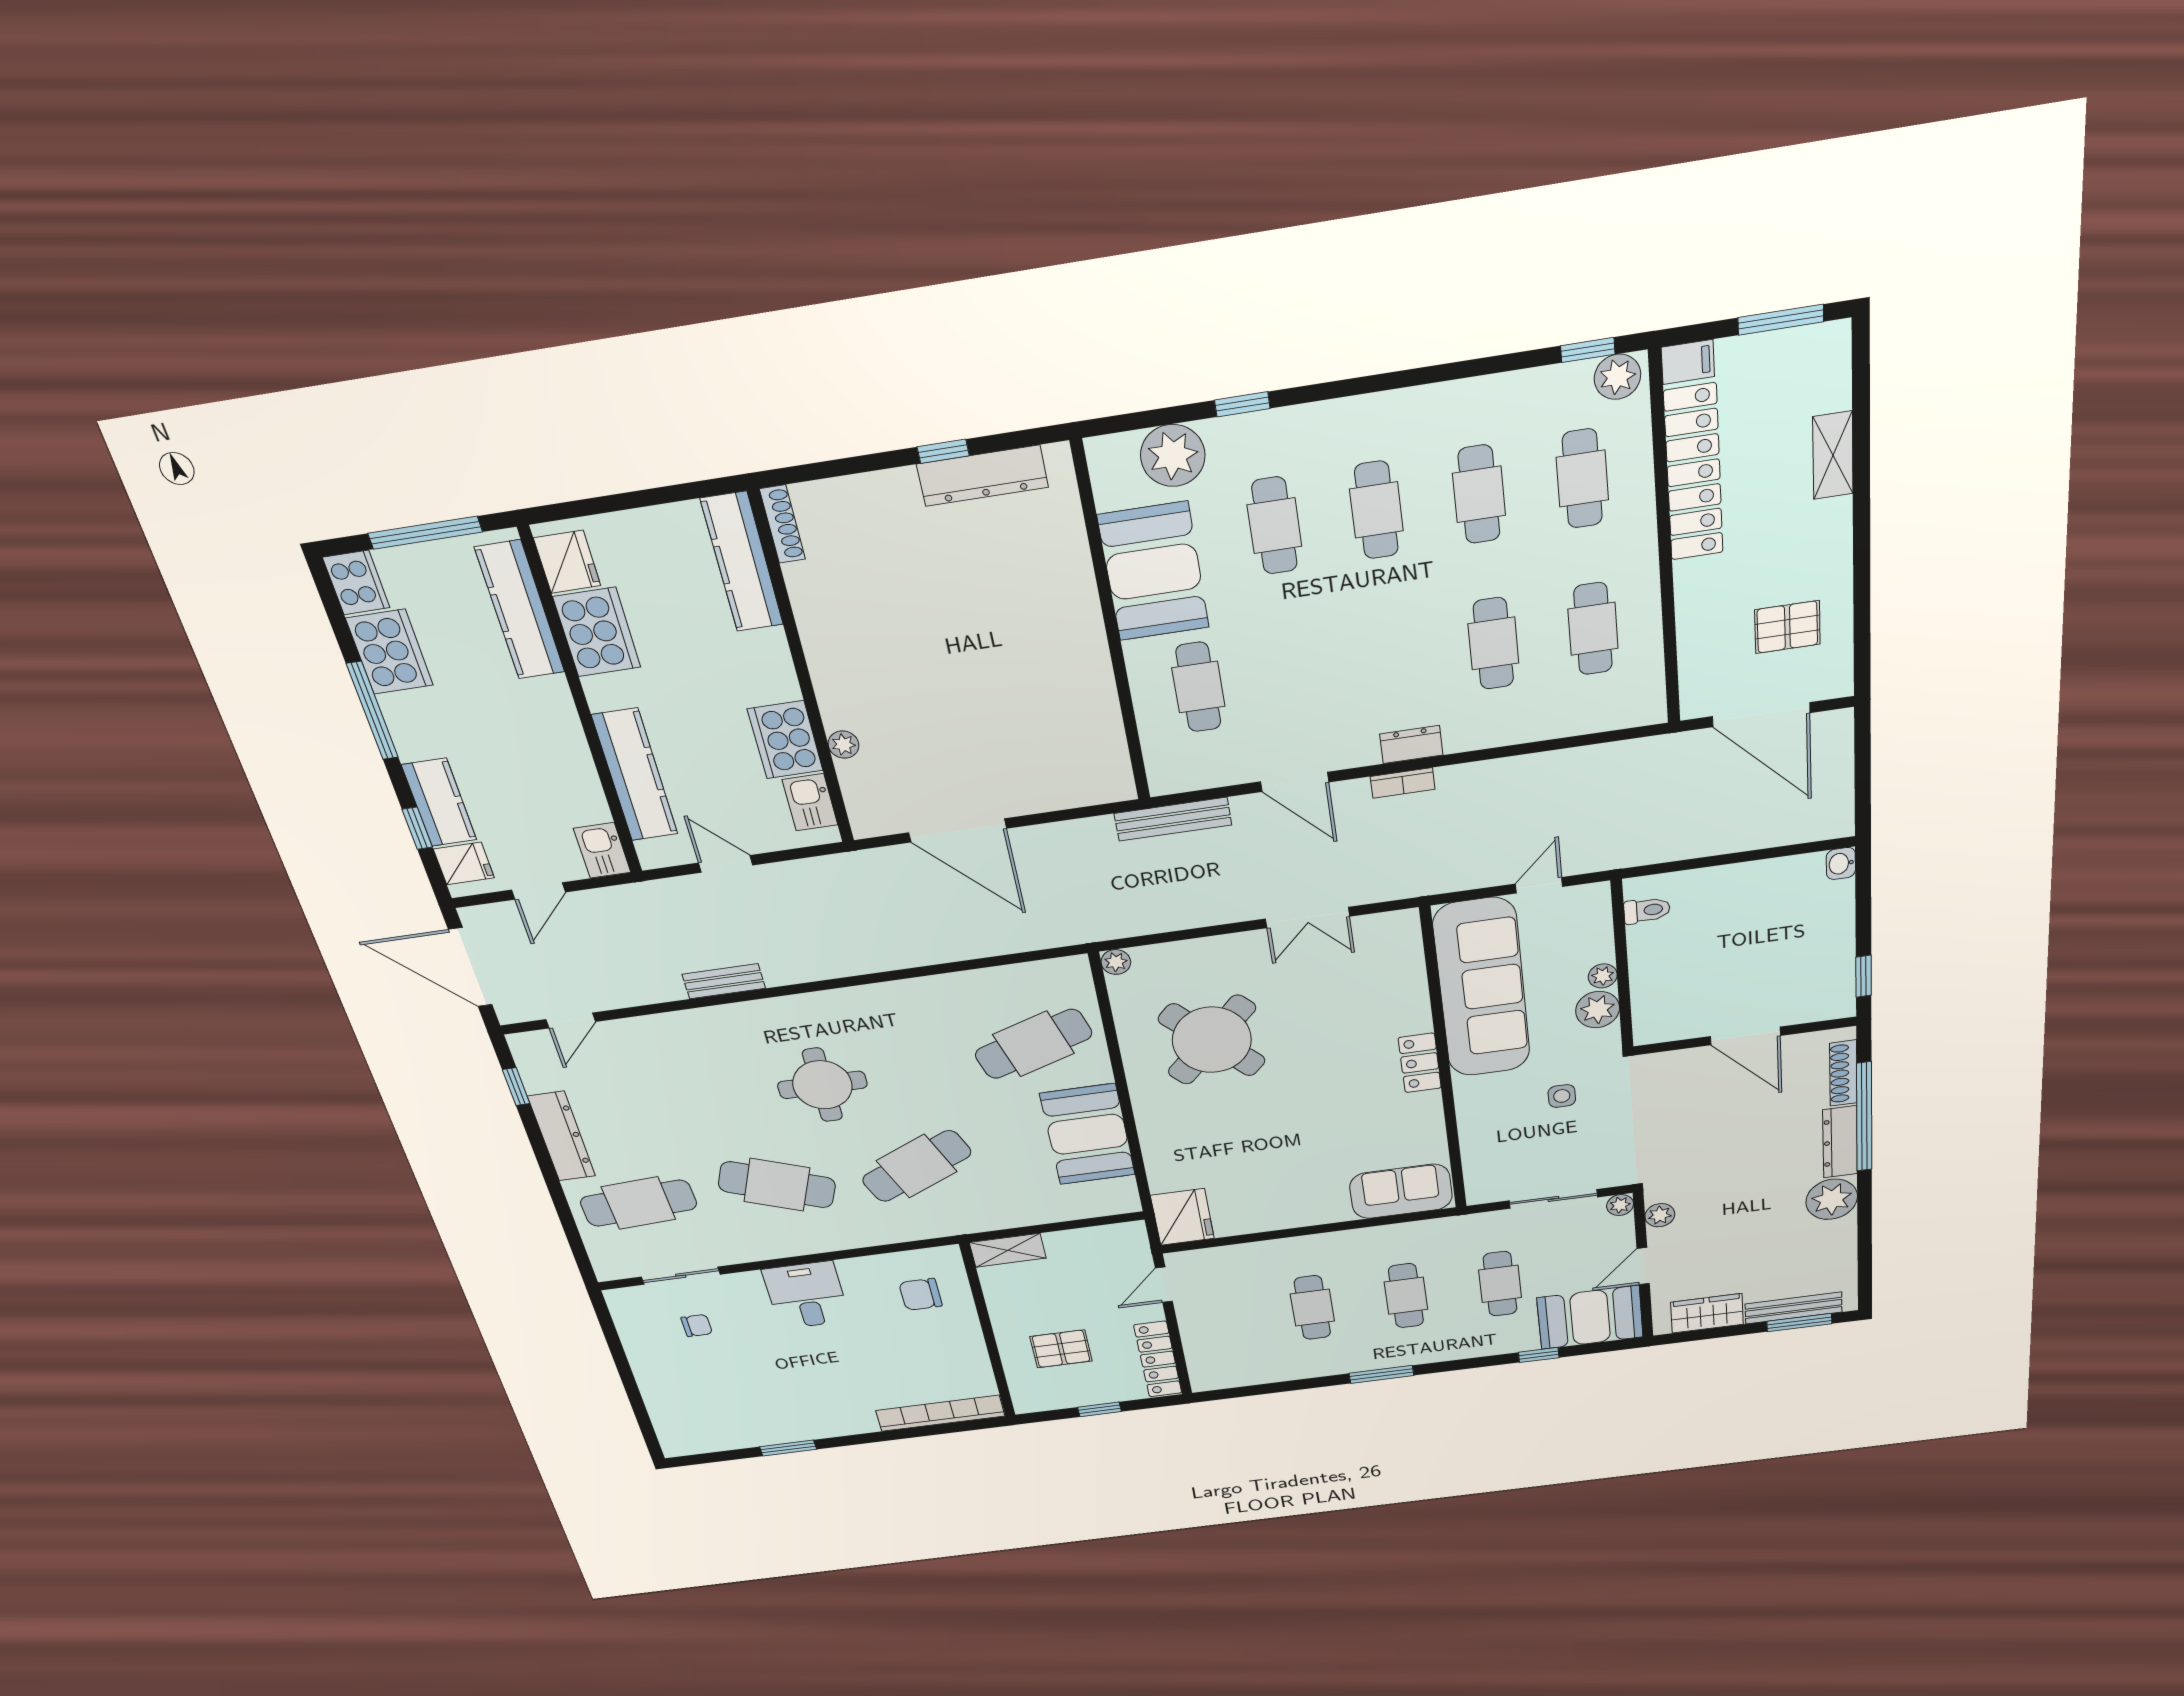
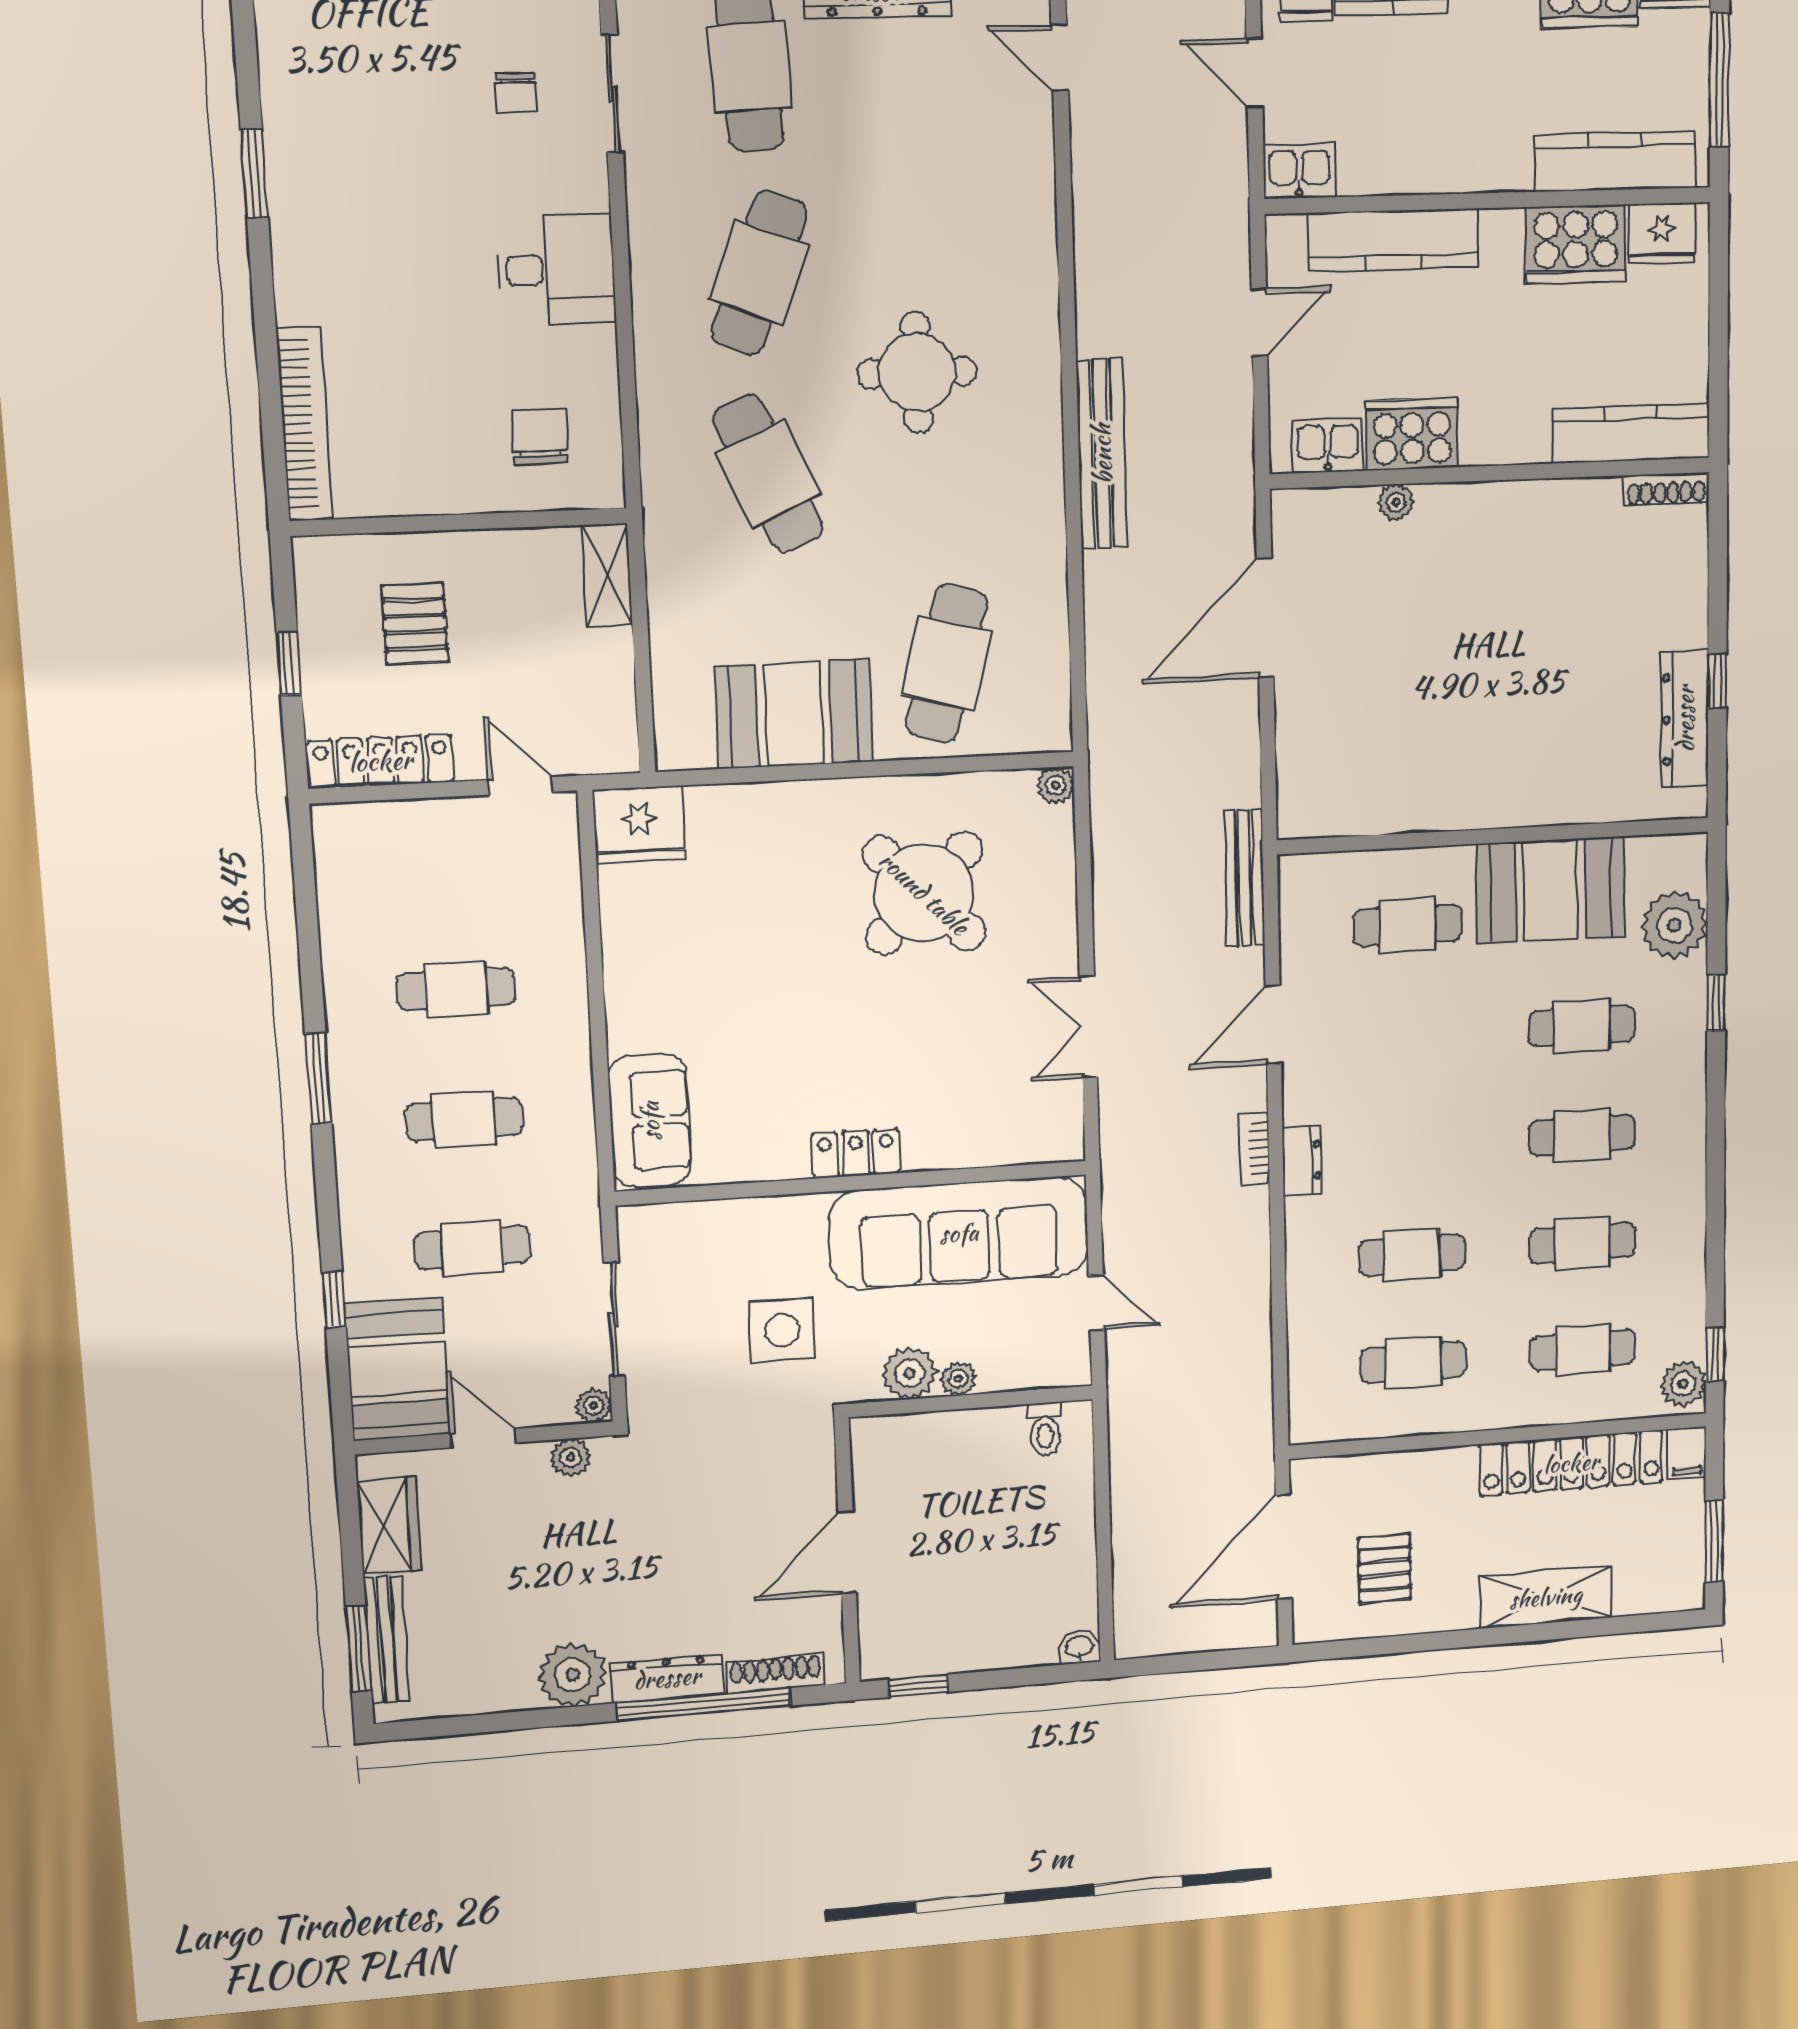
shelving: (1833, 455) -> (1546, 1597), width x1.50, depth x1.33
bench: (724, 981) -> (1102, 454), moved, width x1.86, depth x1.21
cafe table: (1033, 1044) -> (946, 663), turned 33
side table: (1562, 1096) -> (782, 1330), width x1.87, depth x1.87

